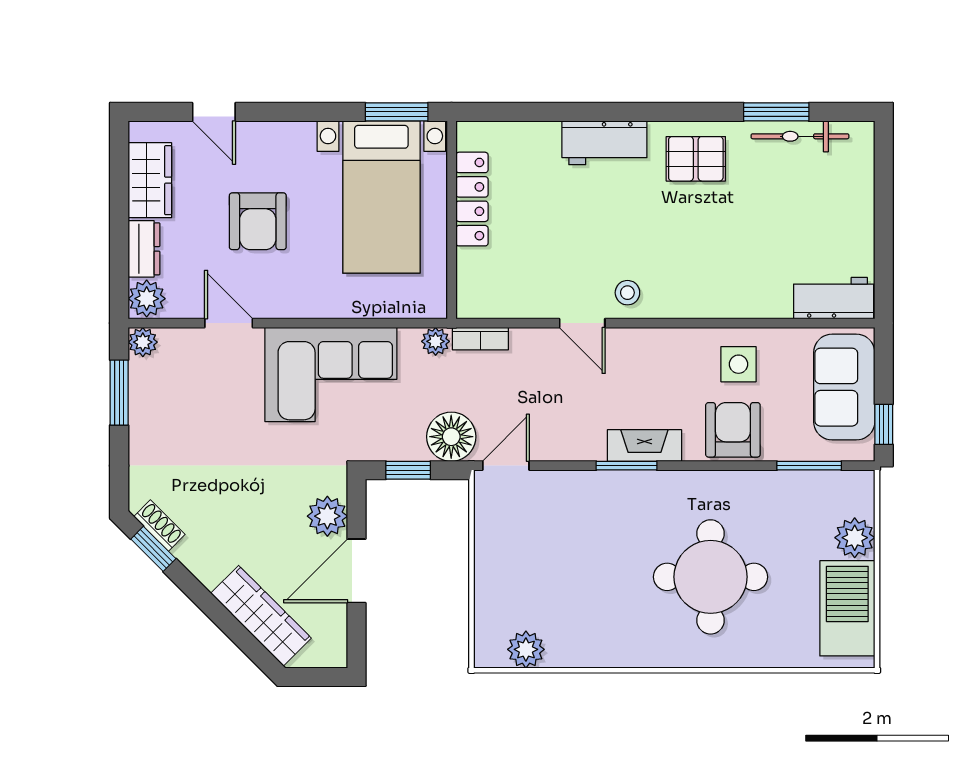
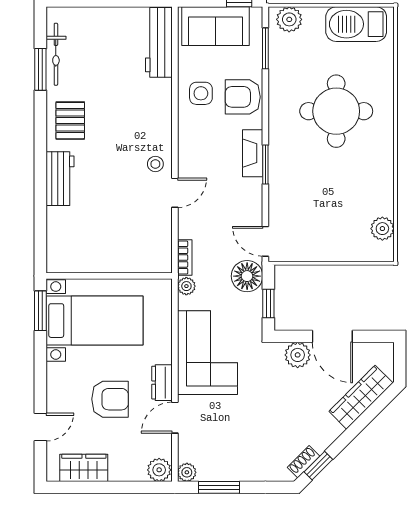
locker: (472, 199) -> (96, 263), removed
dresser: (144, 249) -> (162, 383), moved, turned -90
workbench: (834, 298) -> (159, 42), width x1.38
plant: (855, 538) -> (289, 19), moved

